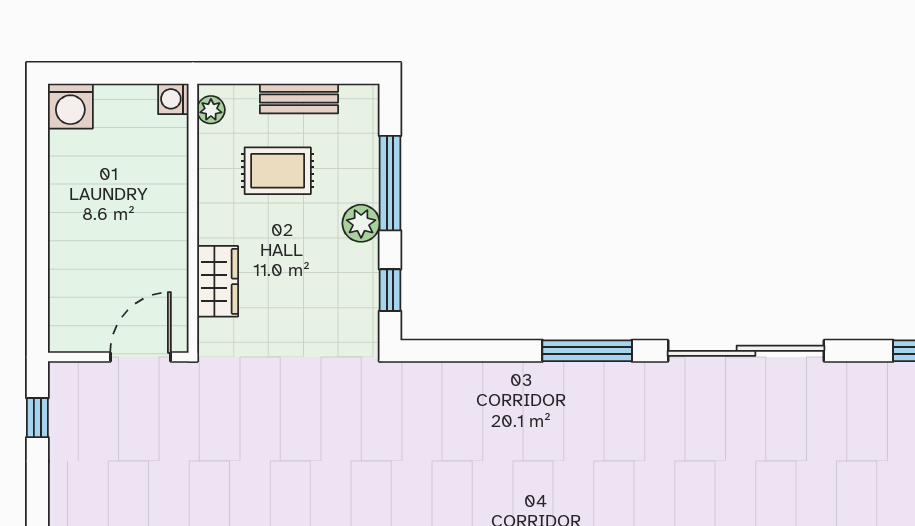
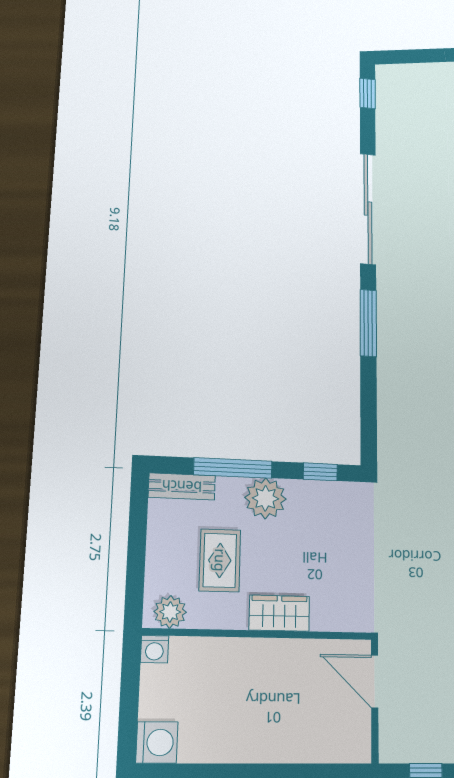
bench: (299, 98) -> (182, 486), moved, turned 90
plant: (211, 110) -> (170, 612), width x1.38, depth x1.38
plant: (361, 223) -> (265, 498), width x1.36, depth x1.36
wardrobe: (218, 281) -> (279, 613), moved

